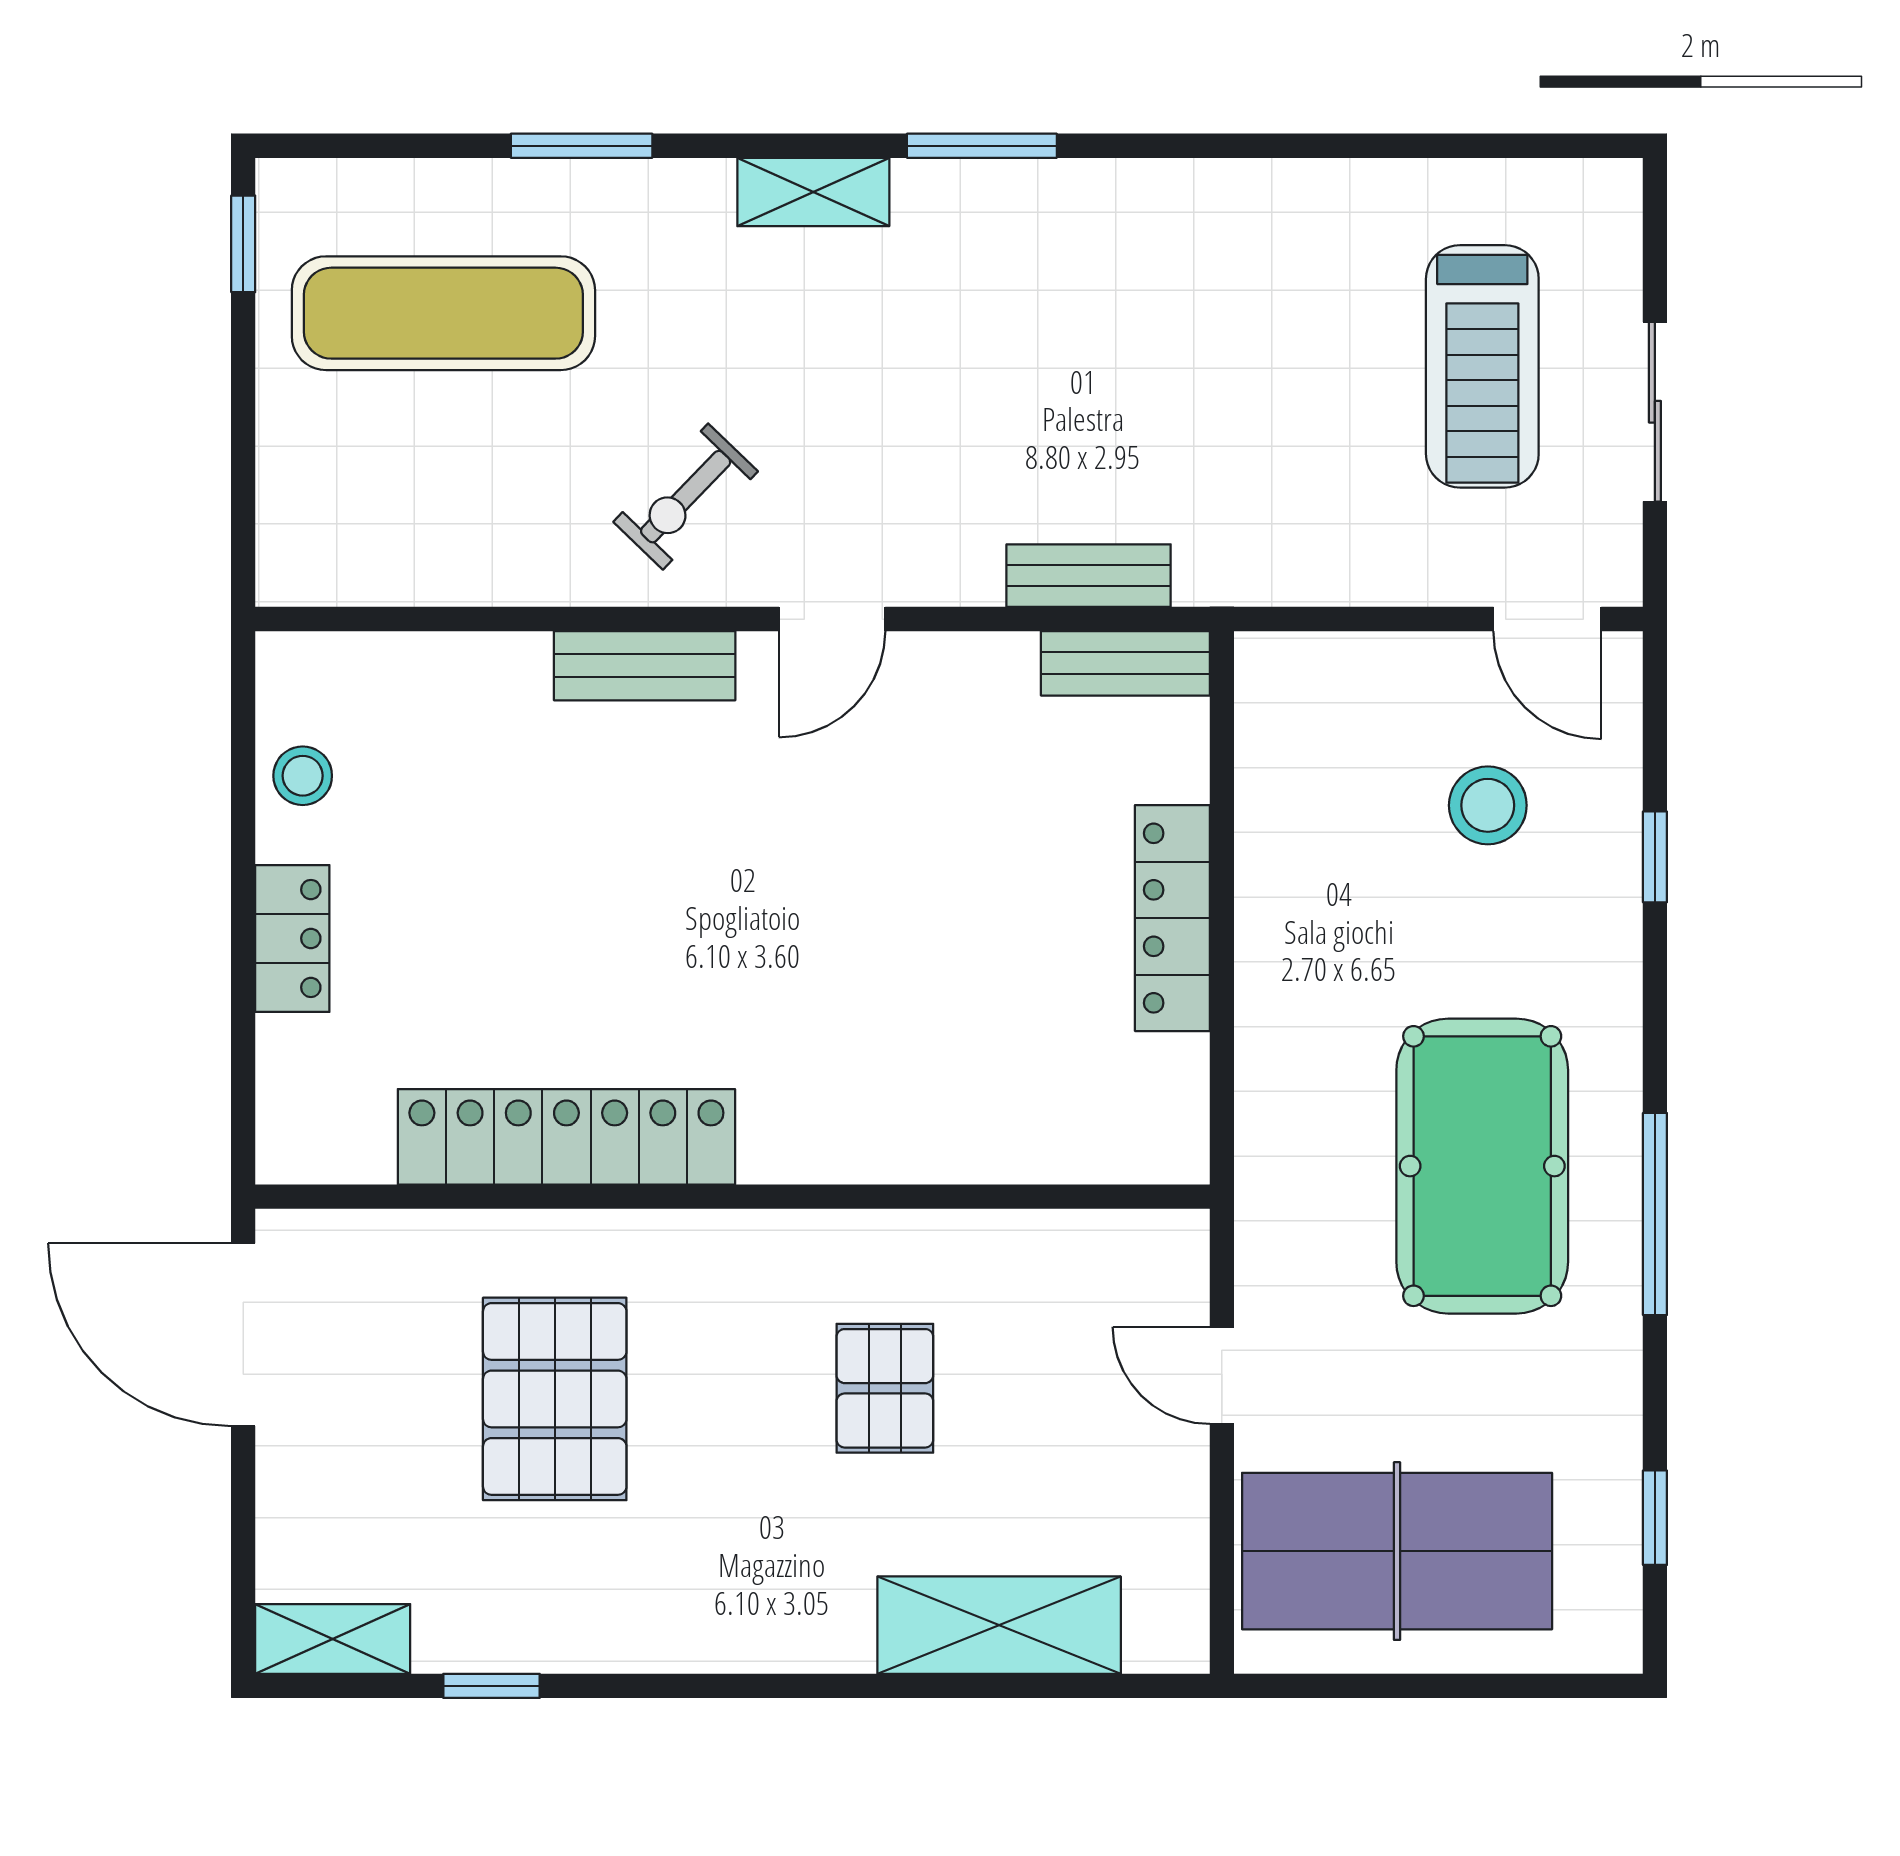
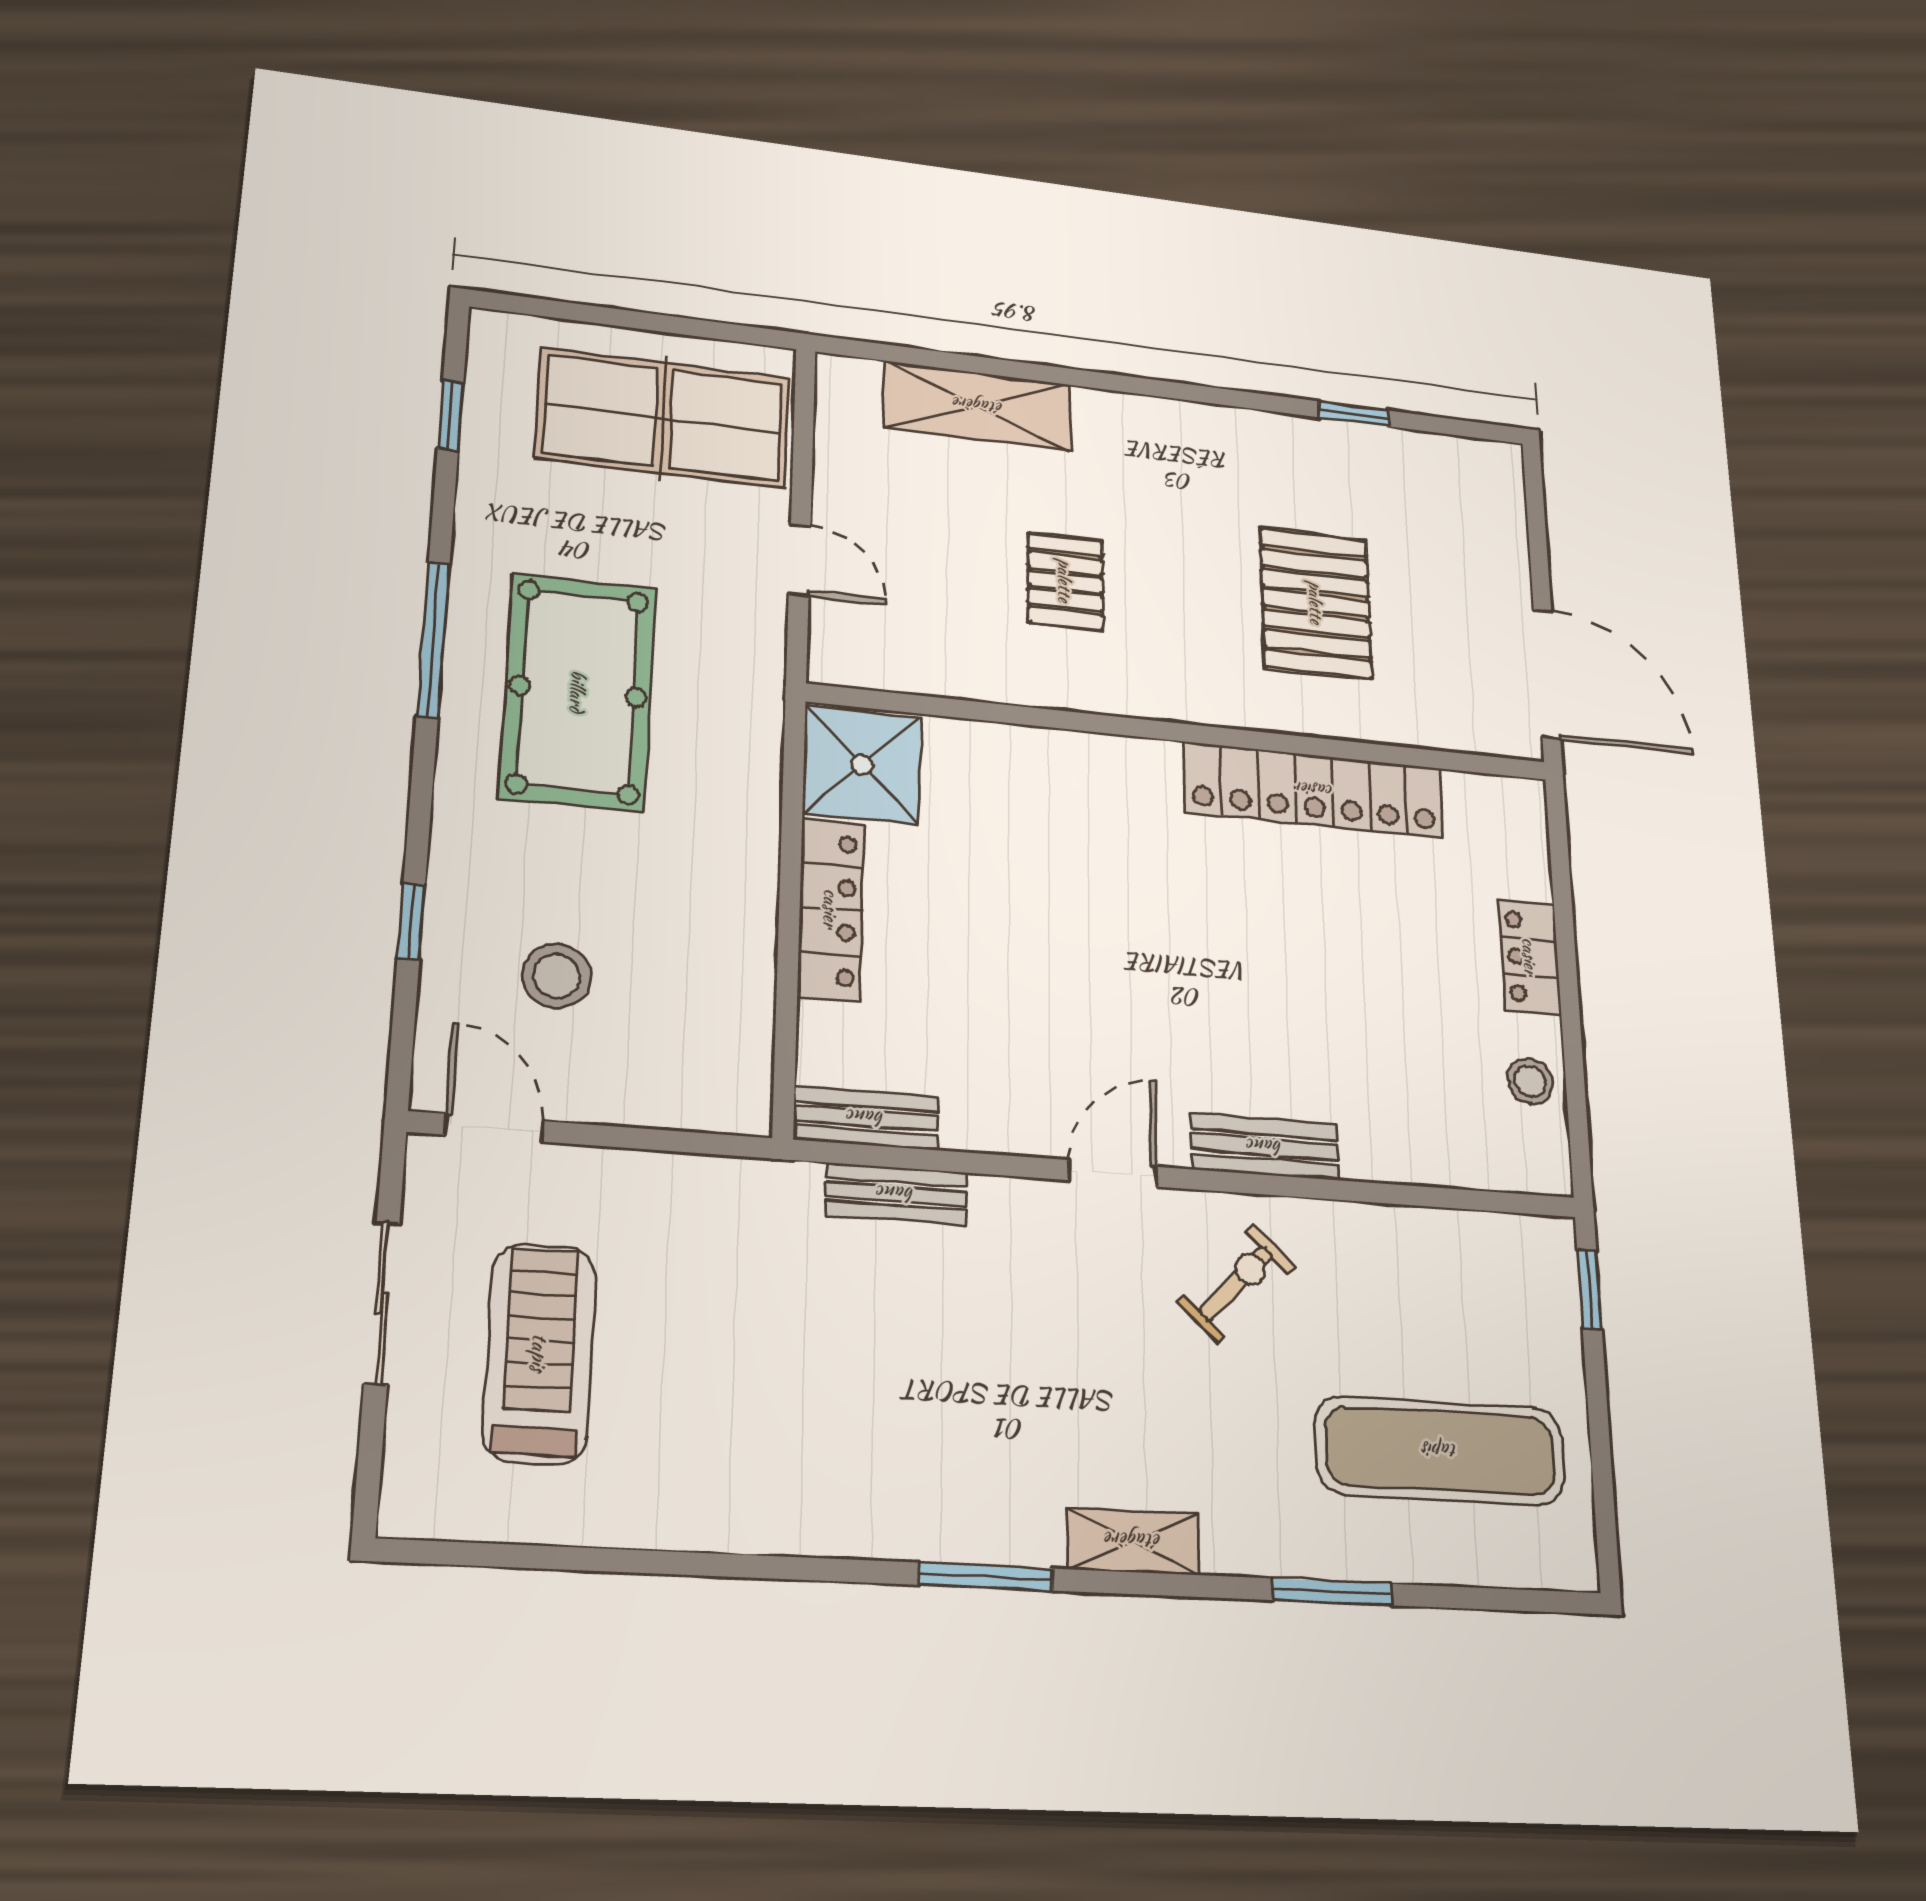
window: (243, 244) -> (1589, 1290), moved
shower: (1139, 1108) -> (862, 765), added
shelving: (333, 1639) -> (1469, 460), removed

